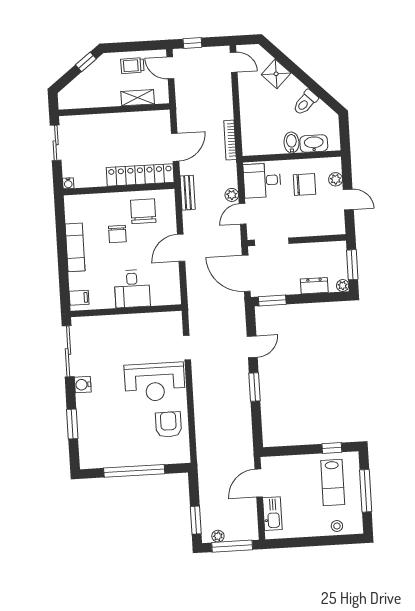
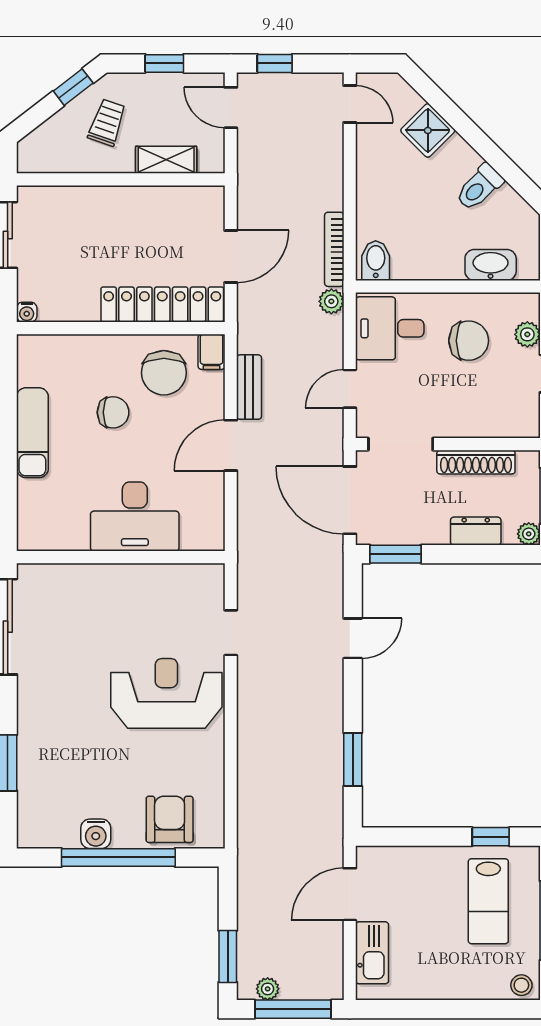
window: (134, 46) -> (164, 63), added
trolley: (132, 66) -> (107, 123), moved, turned 110
bidet: (291, 142) -> (376, 261), moved
bench: (188, 193) -> (249, 387), moved
plant: (232, 195) -> (331, 301), moved
chair: (143, 211) -> (164, 373), turned 180
chair: (117, 234) -> (113, 412), turned -90
shoe rack: (312, 249) -> (476, 462), added
desk: (132, 289) -> (135, 517), width x1.37
filing cabinet: (79, 298) -> (212, 352), moved, turned 90
reception desk: (155, 382) -> (166, 693), turned 180
water cooler: (83, 385) -> (96, 834), moved, turned -90
window: (255, 387) -> (353, 760), moved
armchair: (168, 425) -> (170, 819), moved
stool: (337, 526) -> (521, 985), moved

